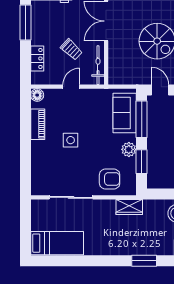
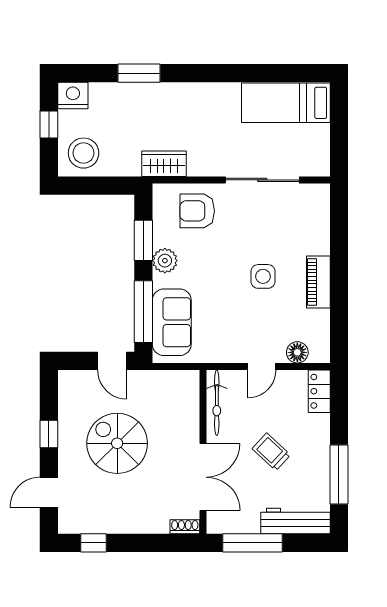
trolley: (71, 49) -> (271, 452), moved
locker: (37, 58) -> (319, 391), moved
floor lamp: (37, 95) -> (297, 352), moved
piano: (38, 124) -> (318, 282), moved

